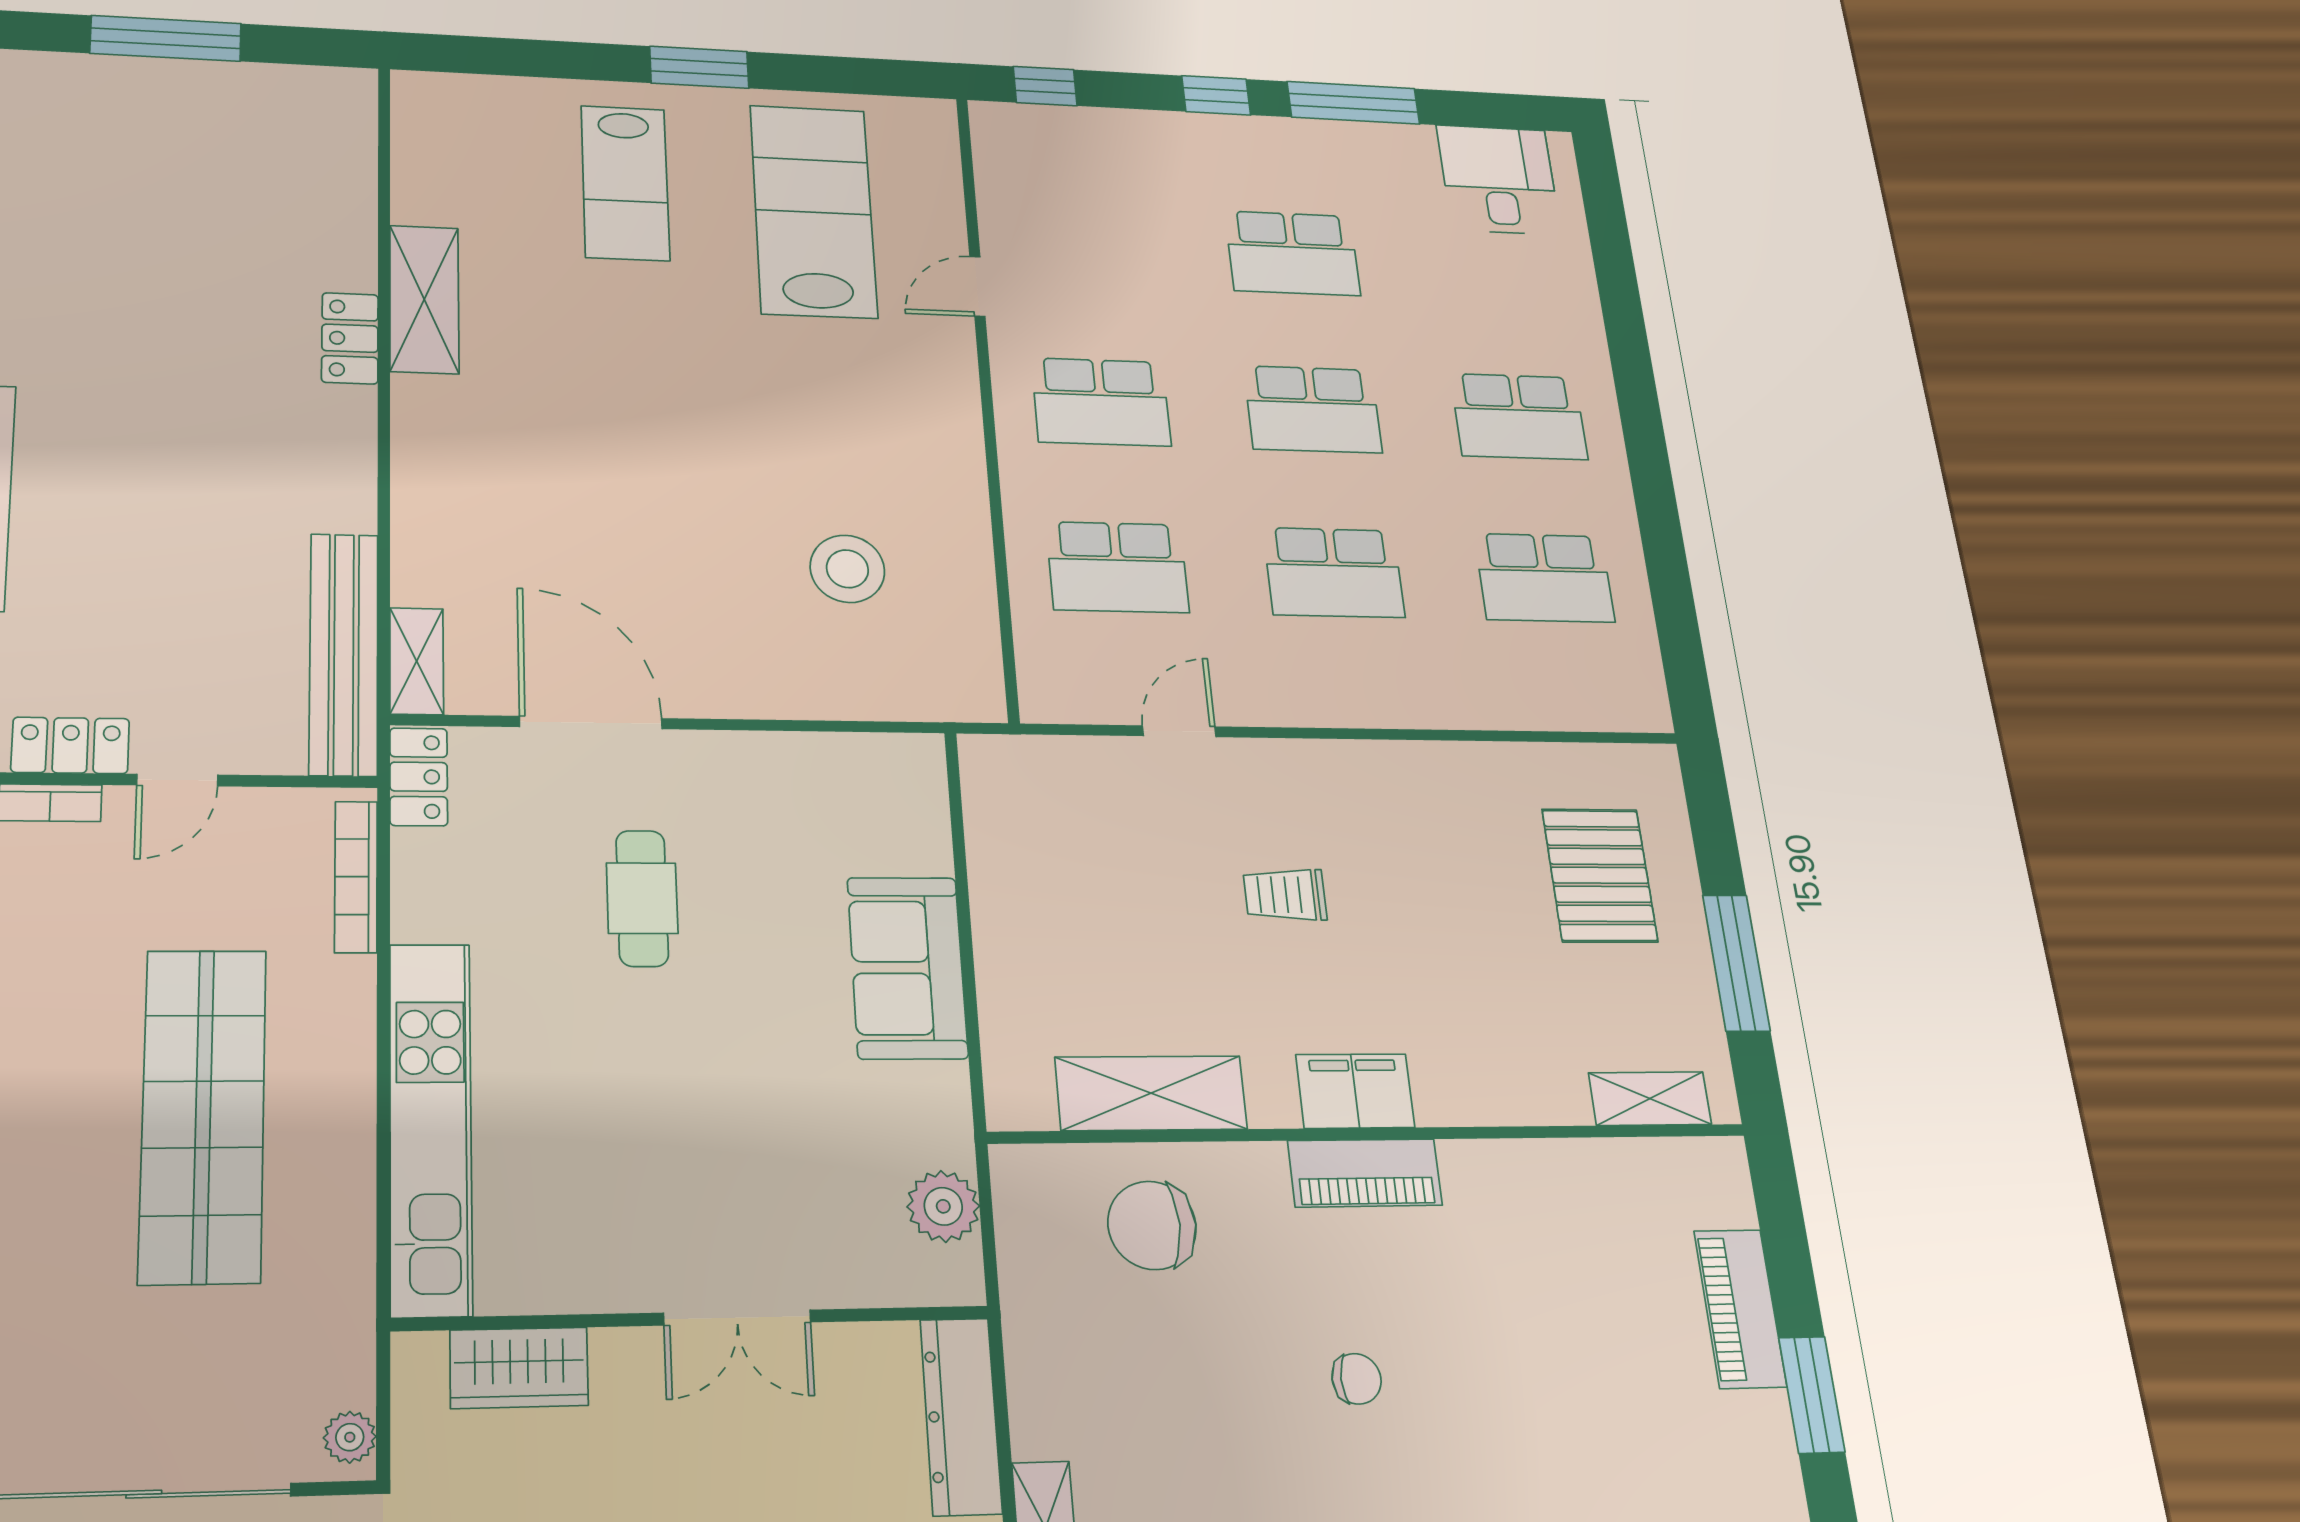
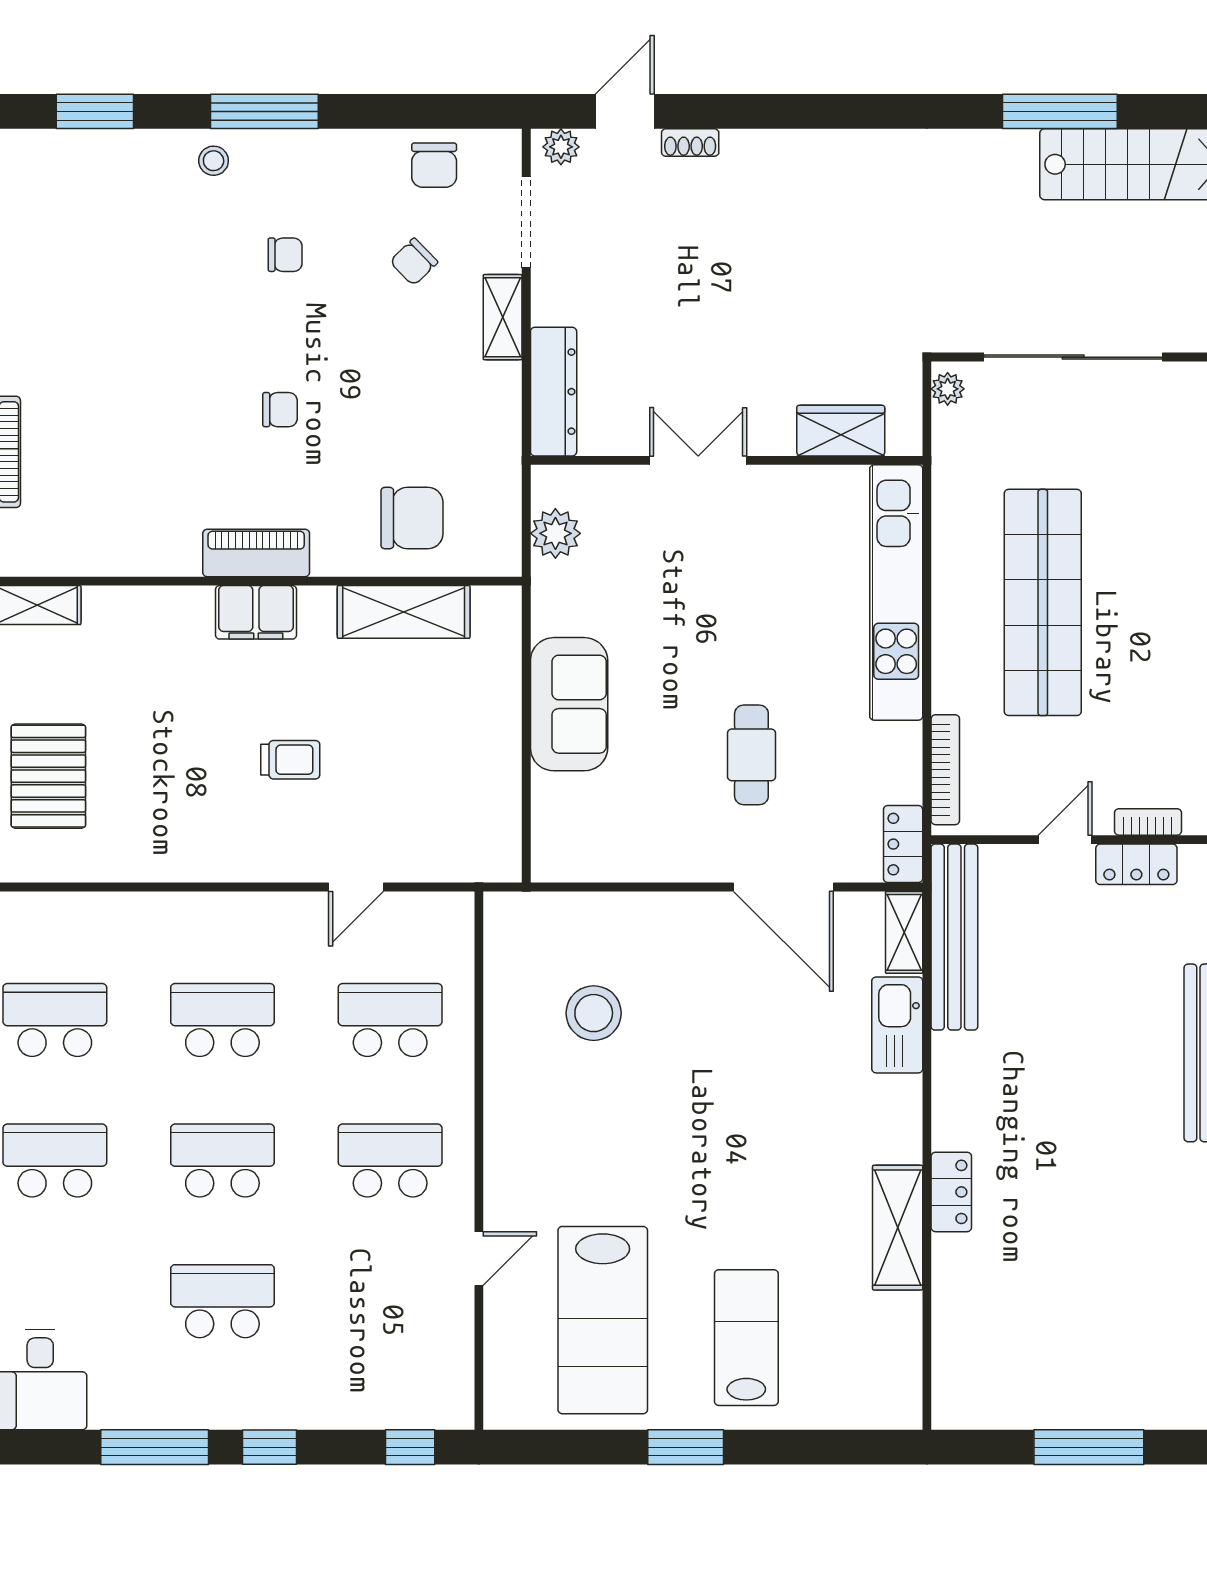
kitchen sink: (426, 544) -> (897, 1025), added
chair: (1357, 1379) -> (280, 410), turned 180

